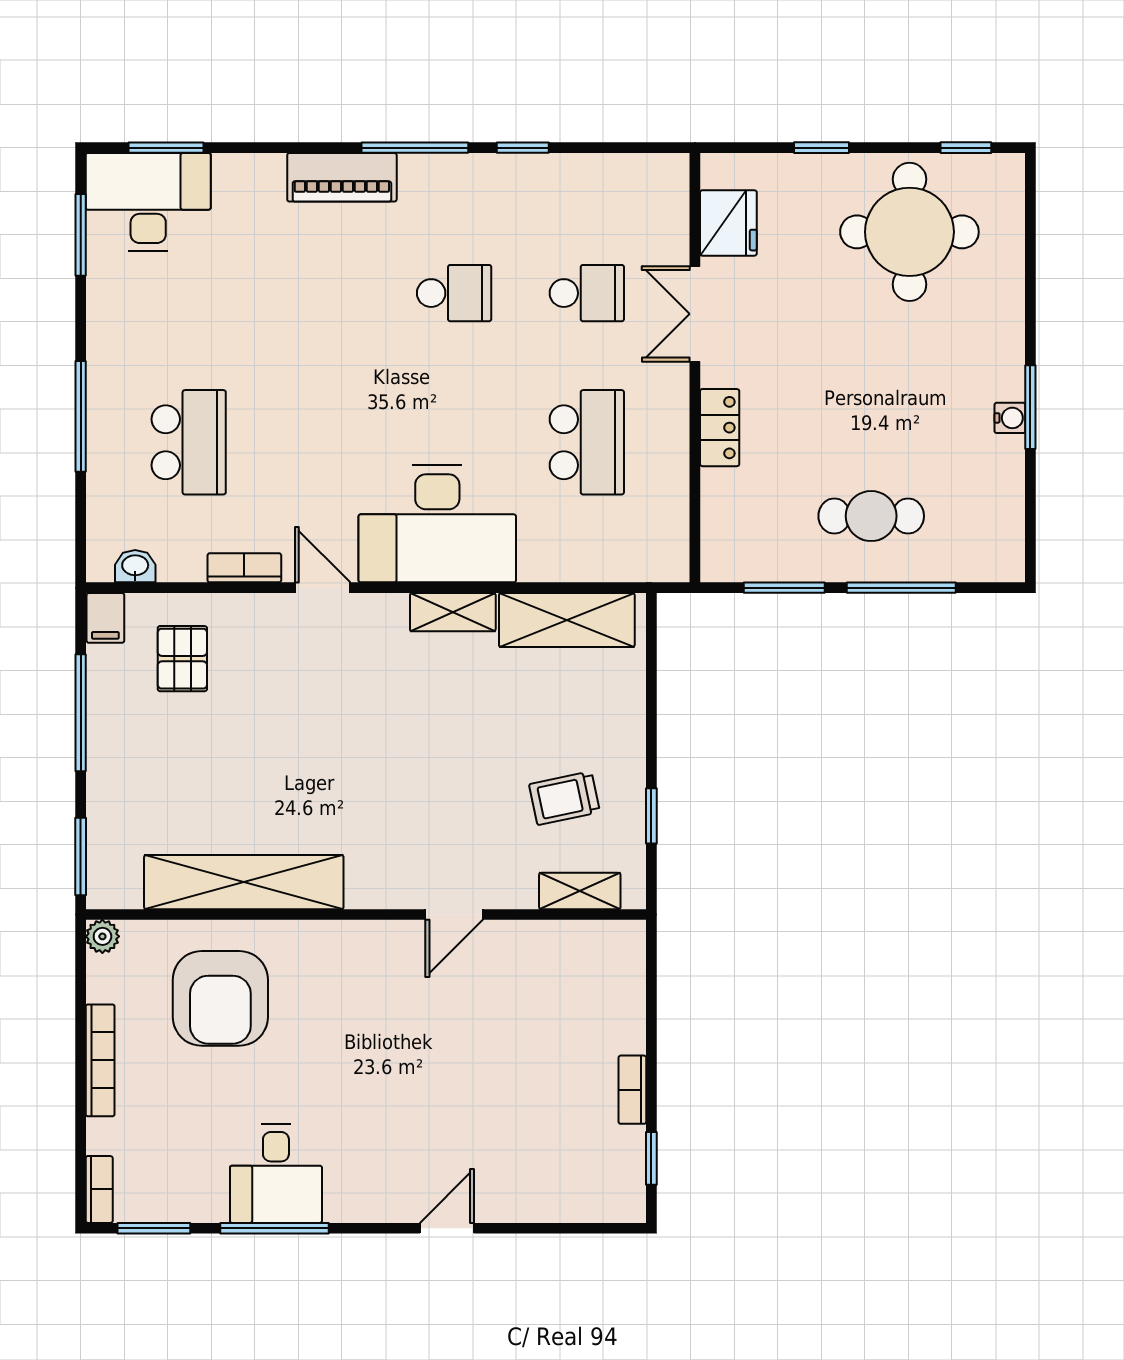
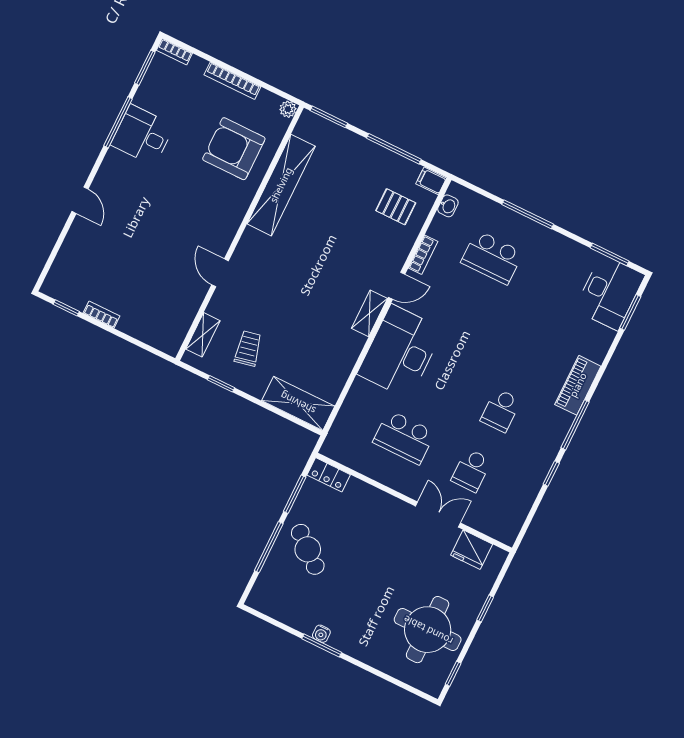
locker: (720, 428) -> (329, 475), moved
cafe table: (871, 516) -> (308, 549), turned -50
shelving: (453, 612) -> (369, 313), moved
shelving: (567, 620) -> (298, 403), moved, turned 90

